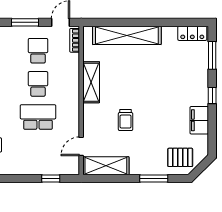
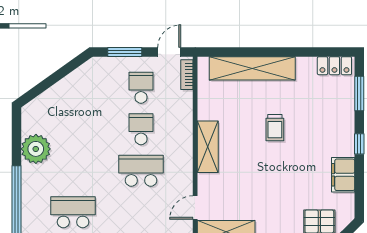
shelving: (91, 82) -> (208, 147), moved
trolley: (126, 120) -> (275, 128), moved

